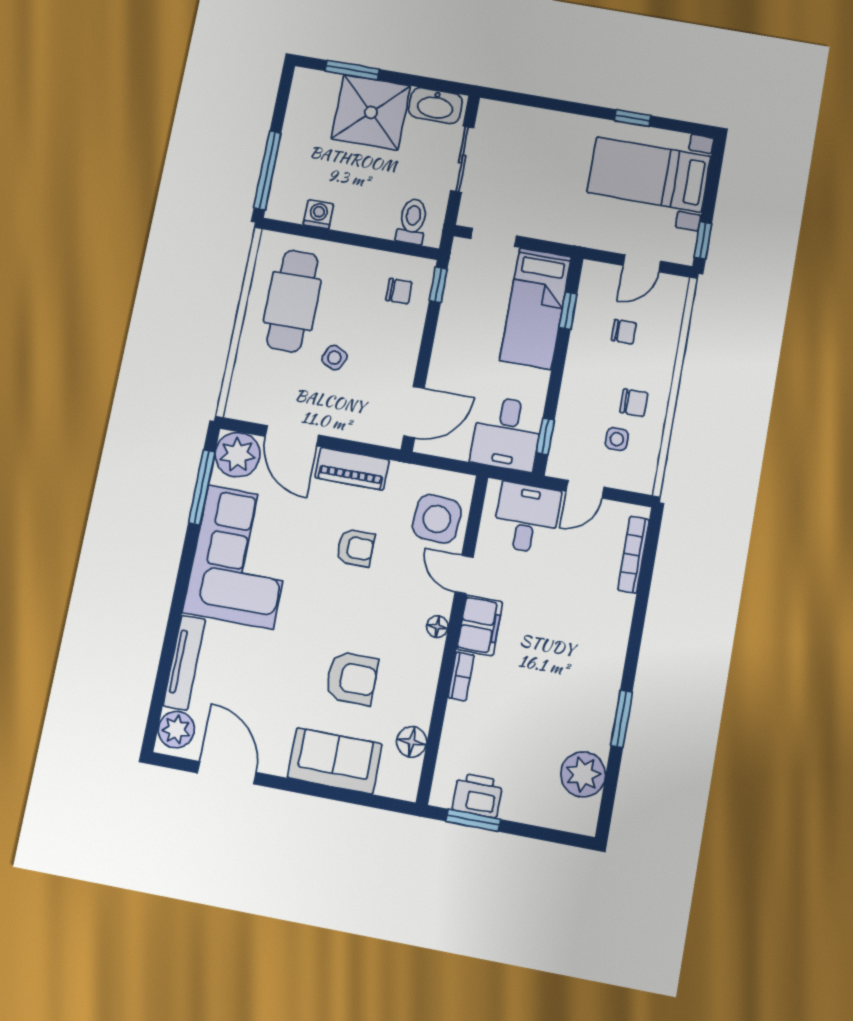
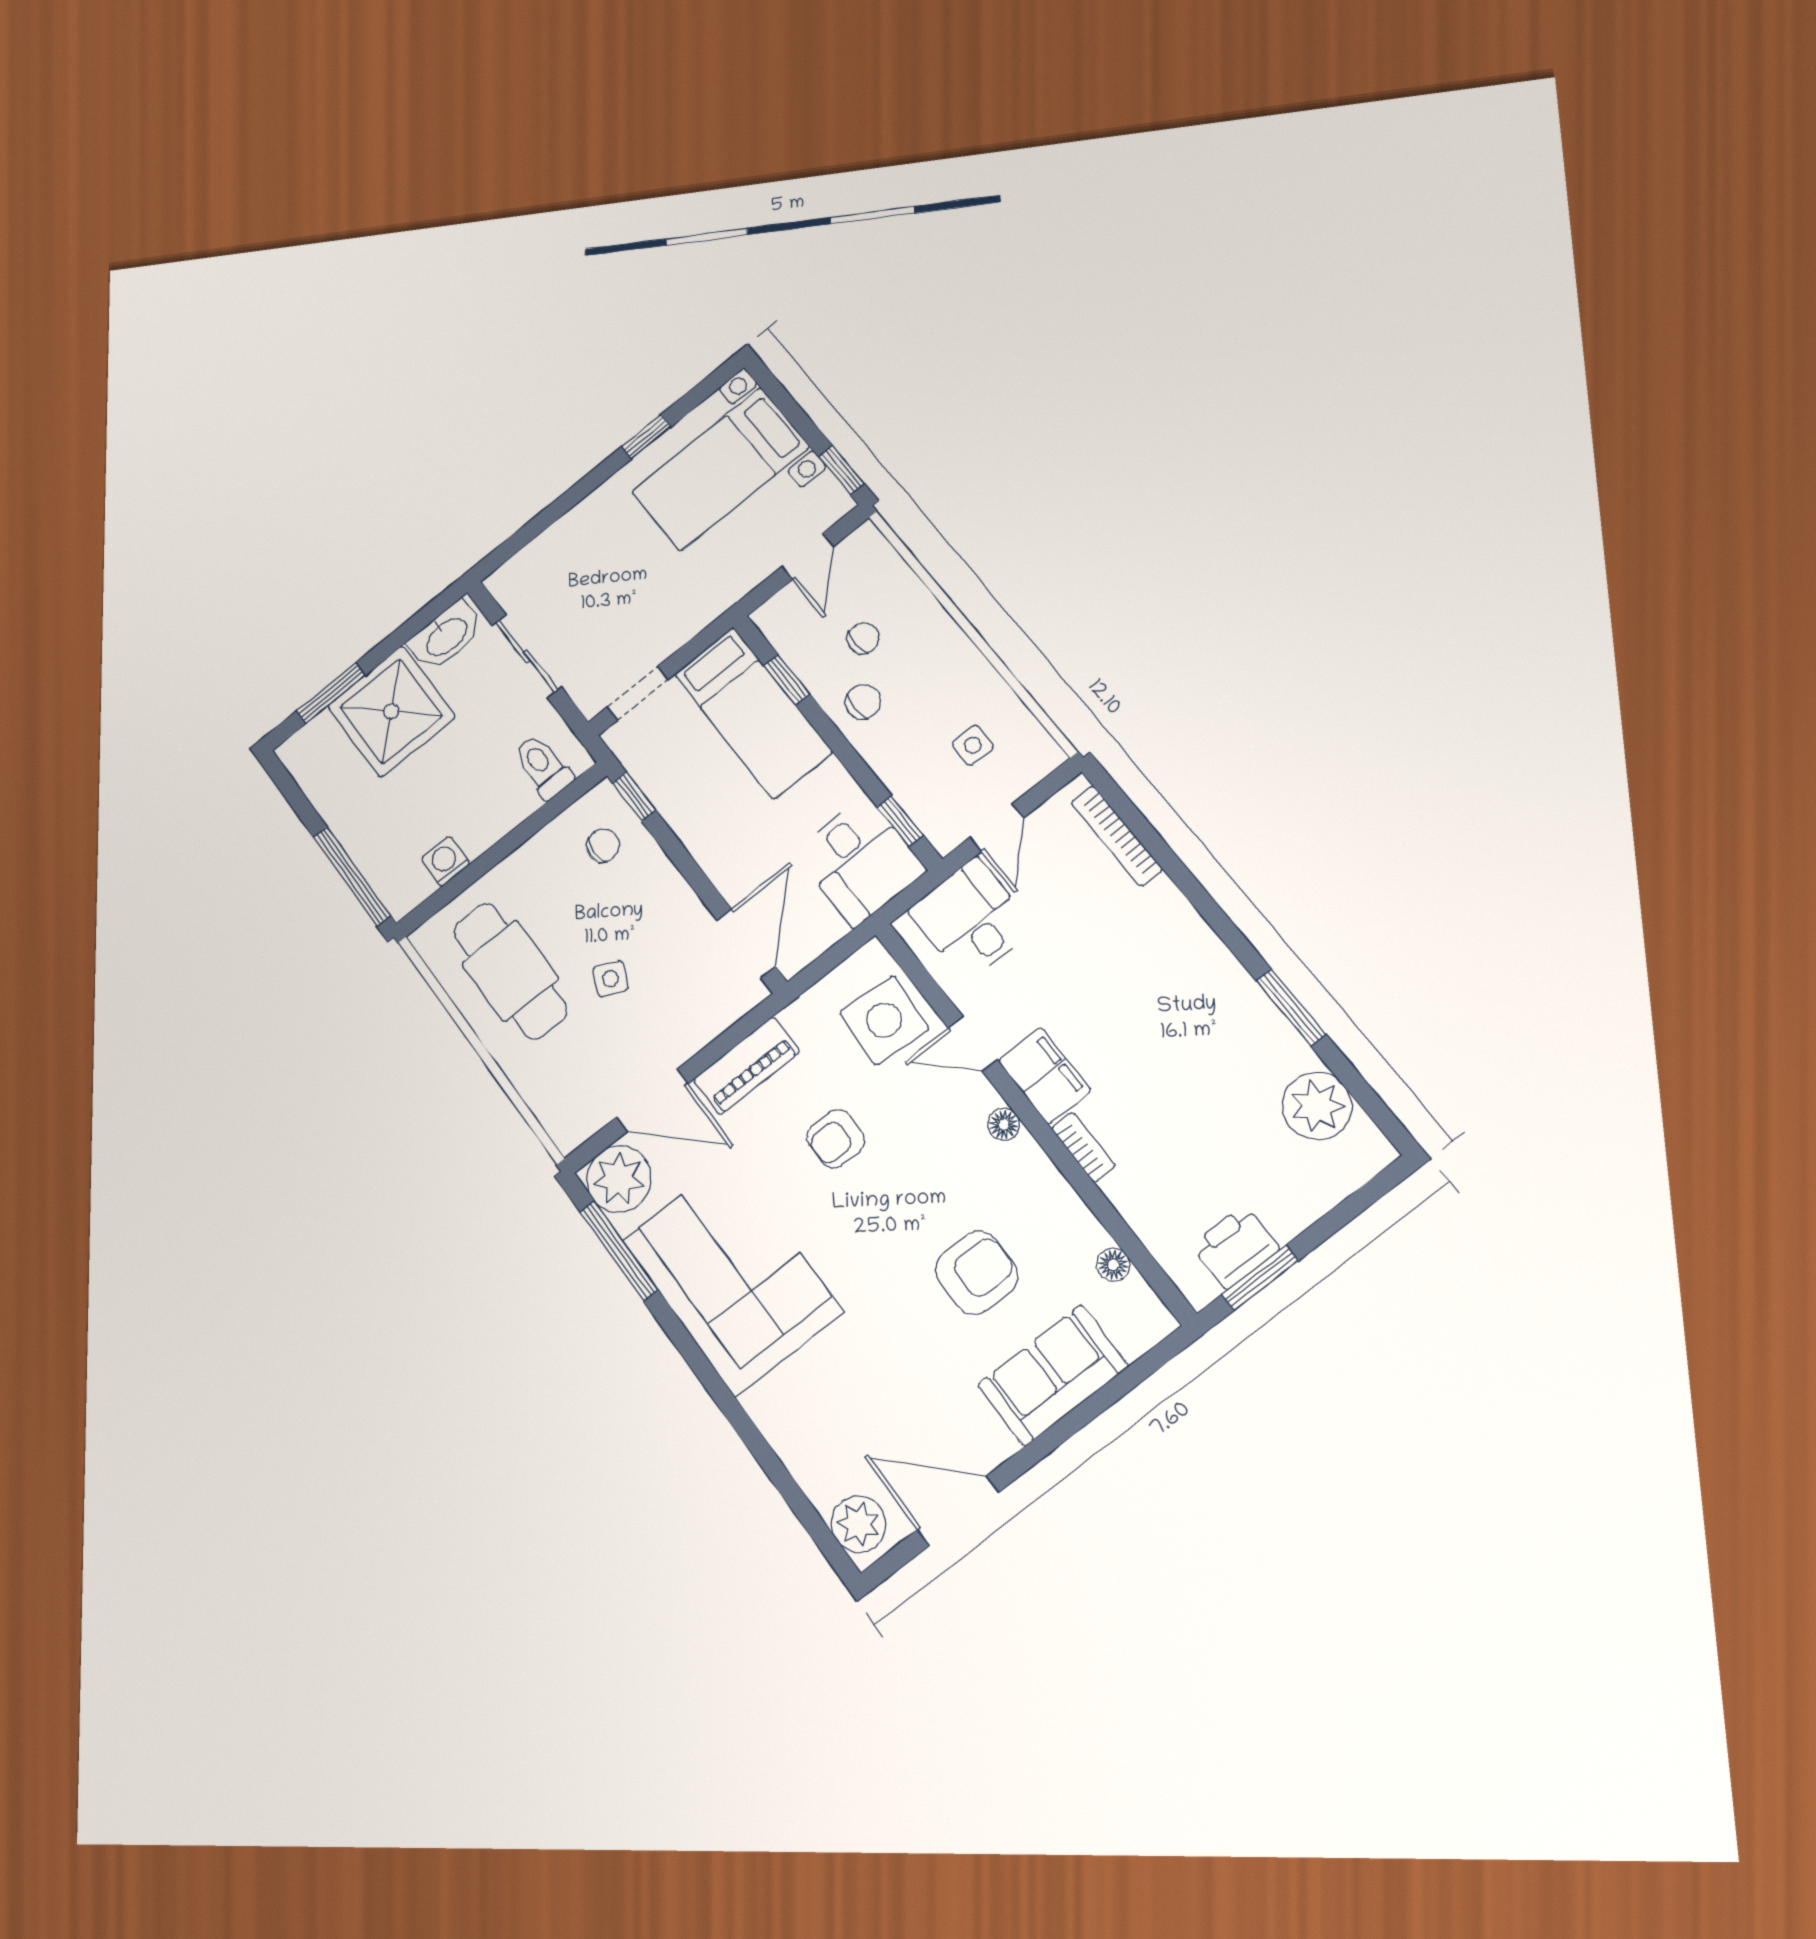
chair: (634, 403) -> (863, 702), moved
armchair: (355, 548) -> (836, 1139), turned 180
tv unit: (184, 663) -> (792, 1446), removed
floor lamp: (412, 742) -> (1113, 1265), width x0.73, depth x0.73

